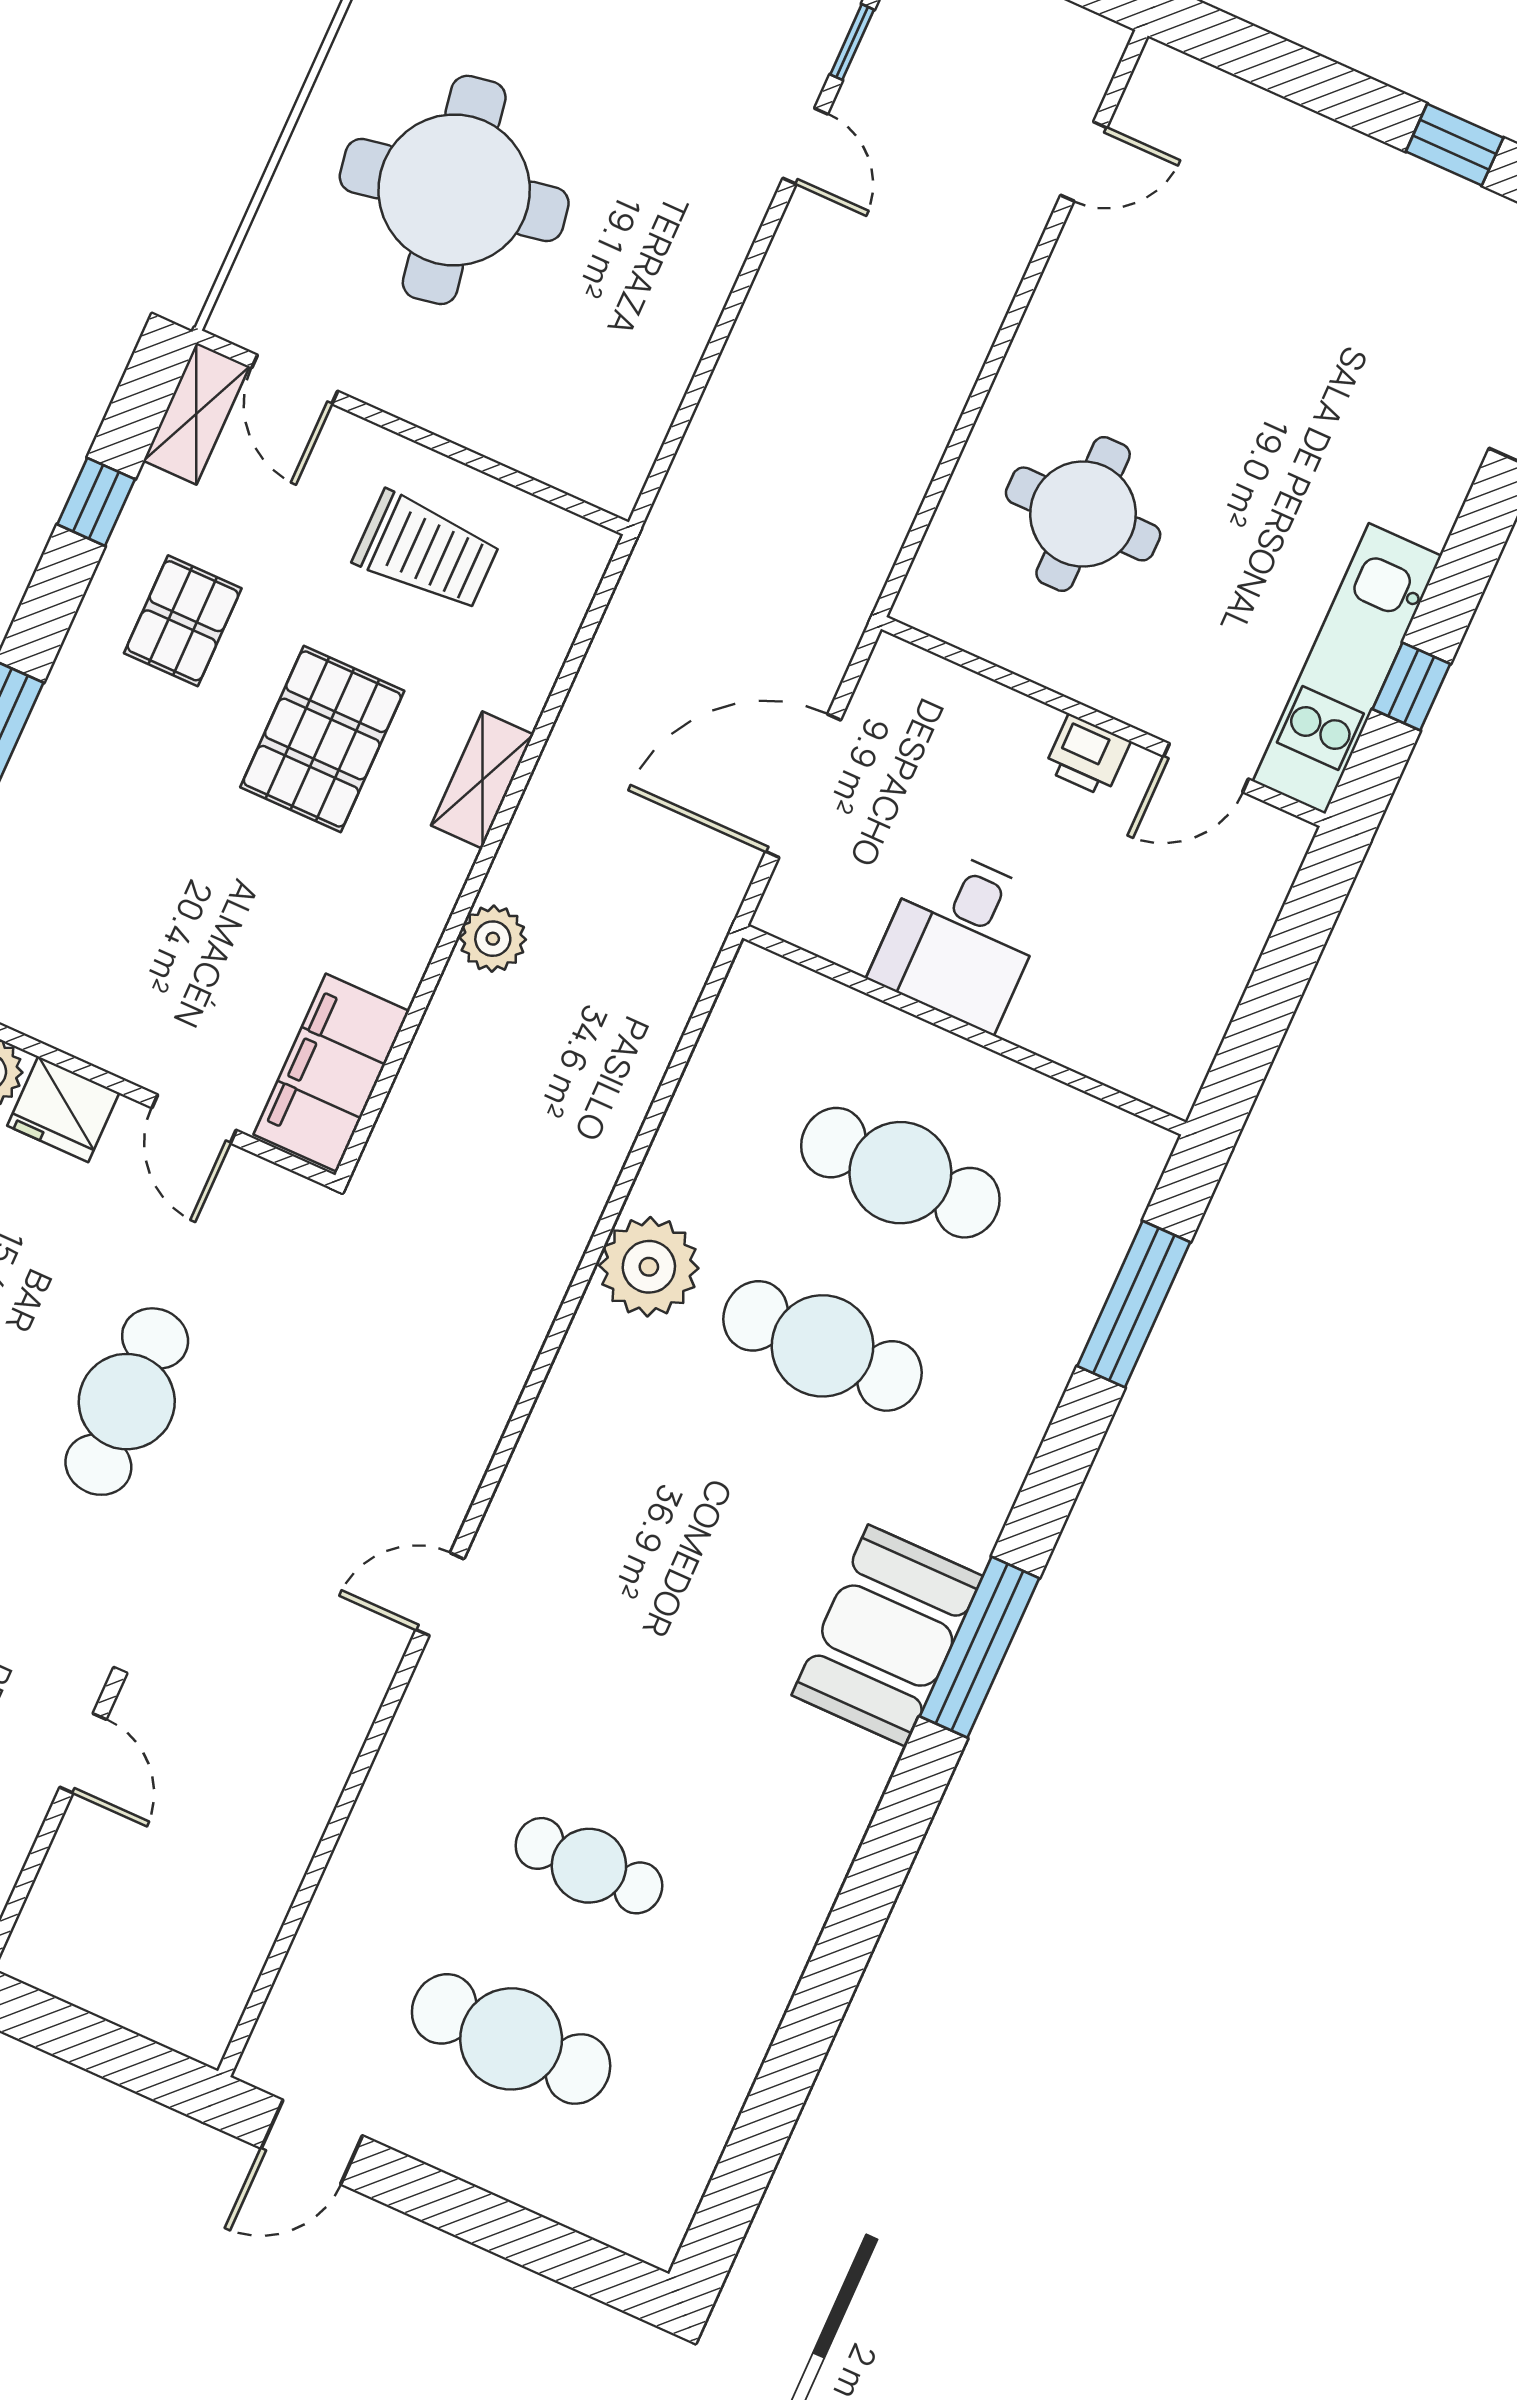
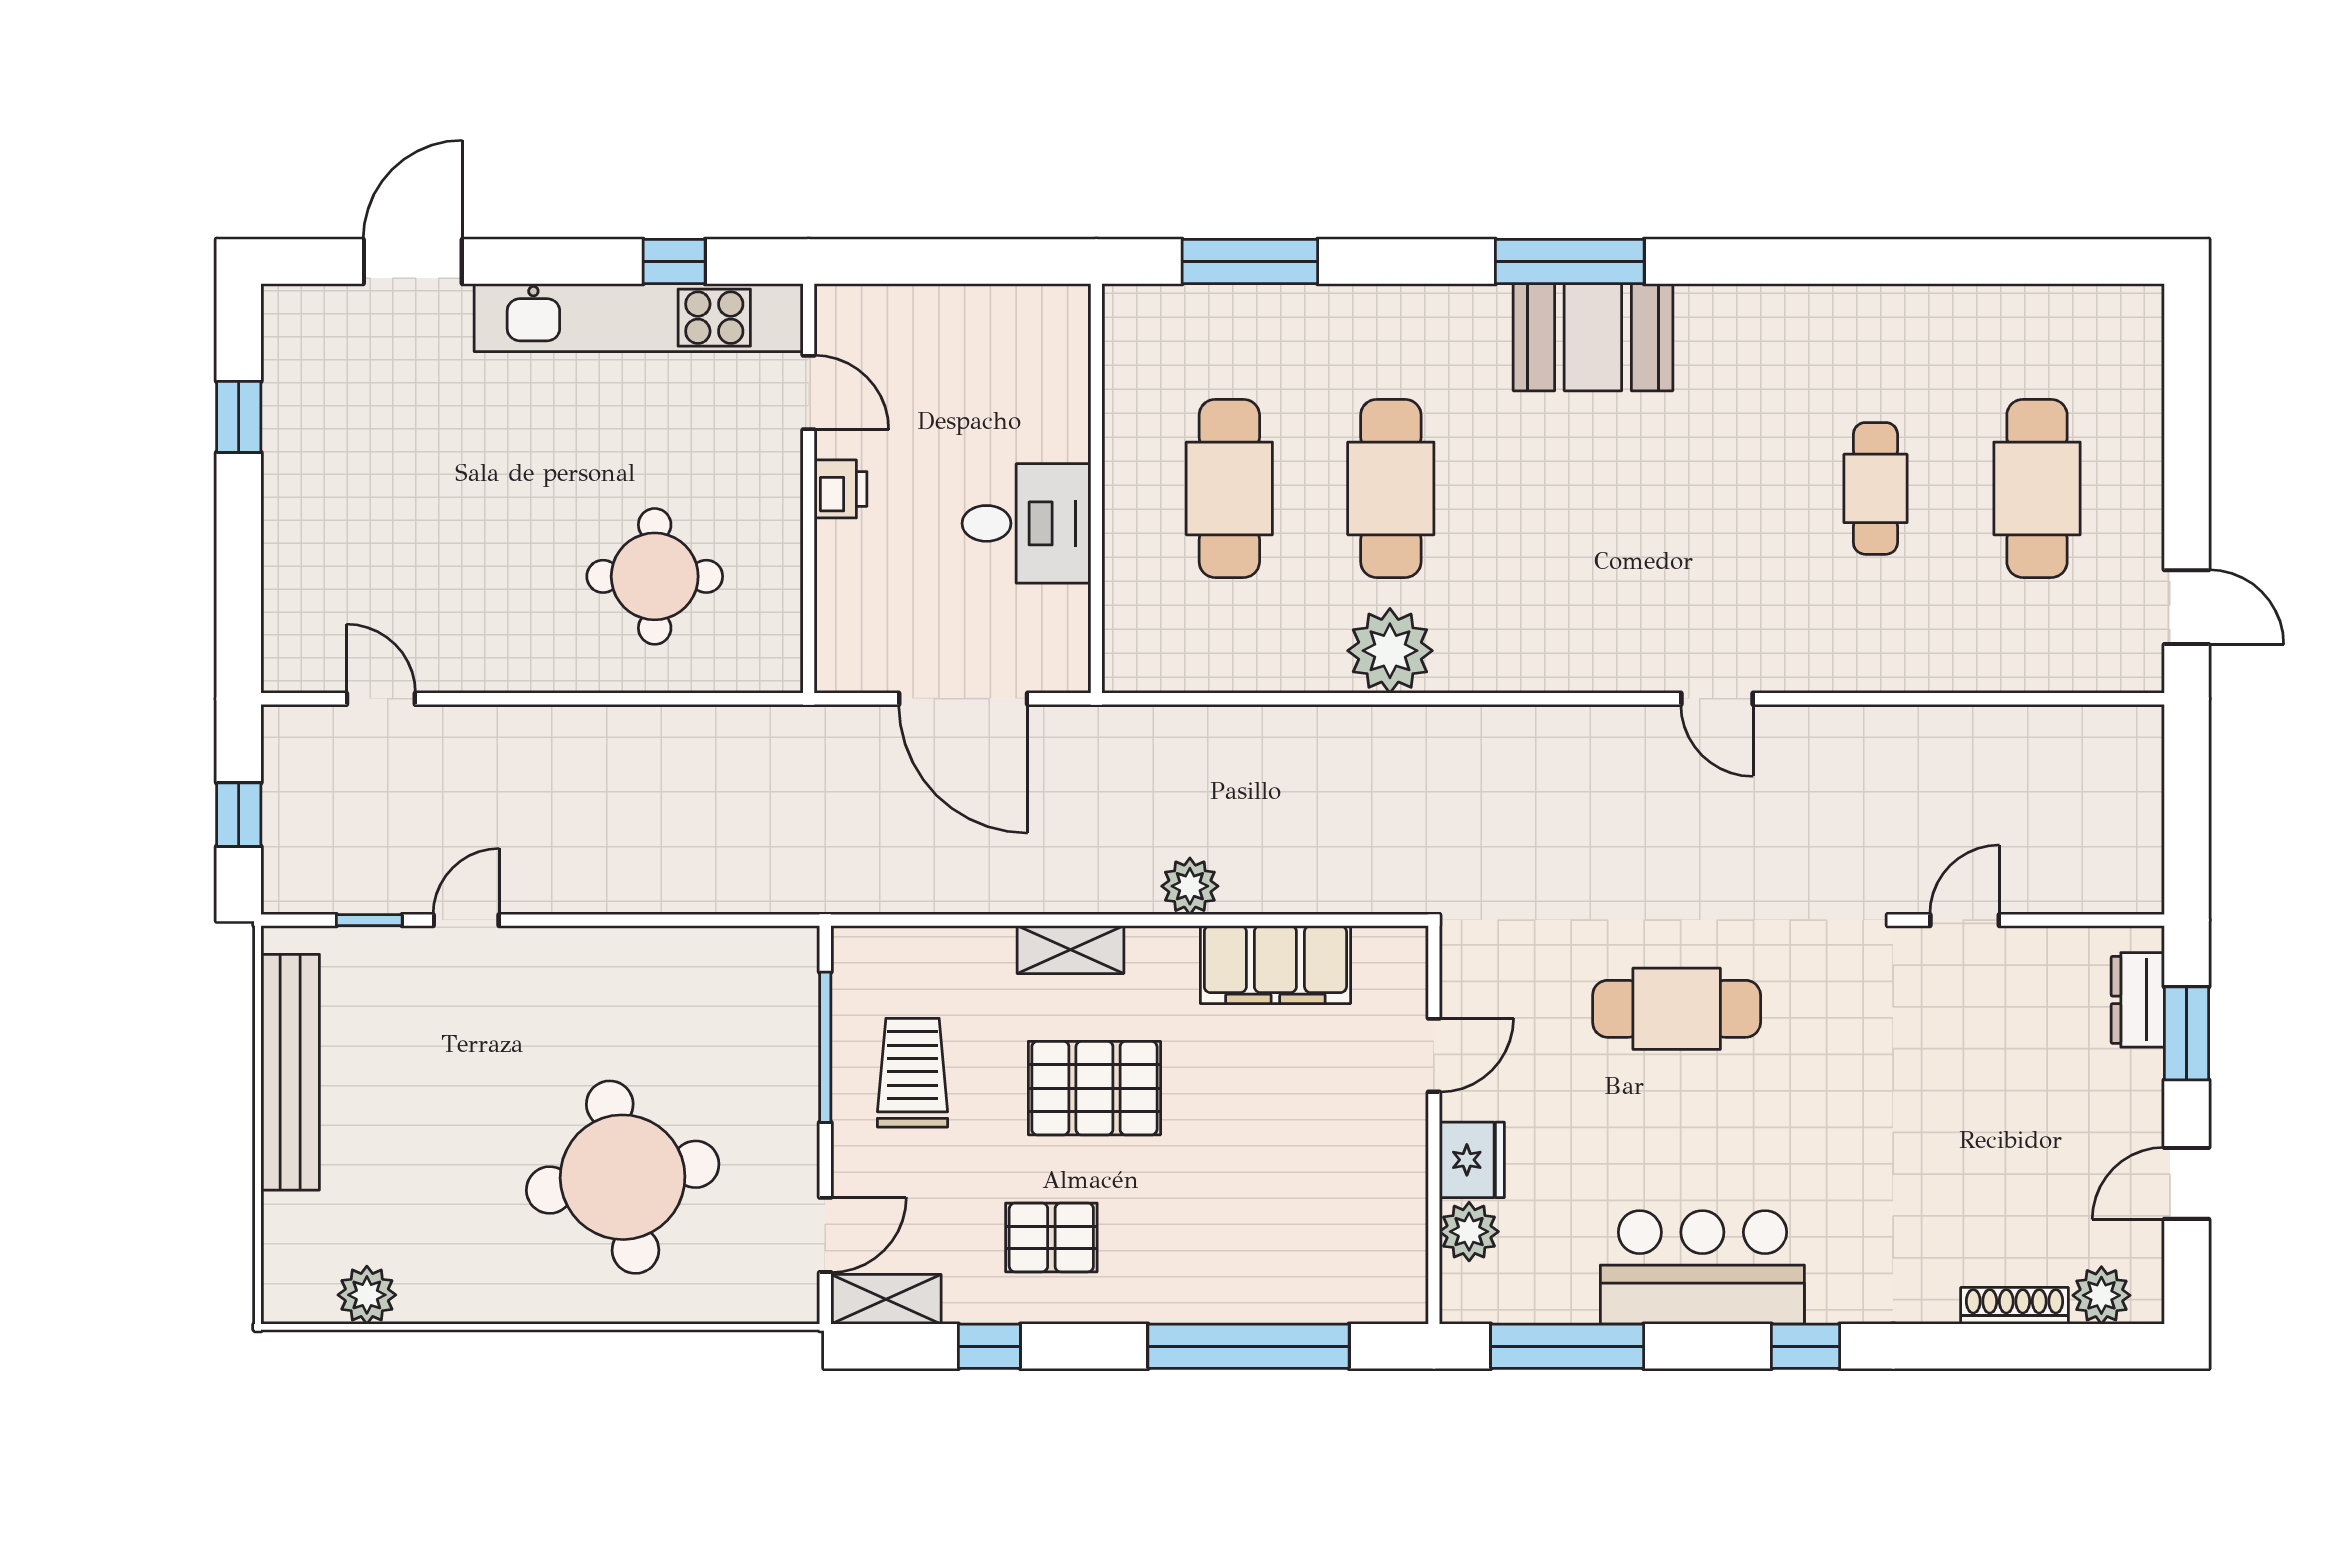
window: (496, 470) -> (825, 1047), added
kitchen unit: (1347, 669) -> (639, 318), width x1.36
filing cabinet: (331, 1073) -> (1275, 965), moved

